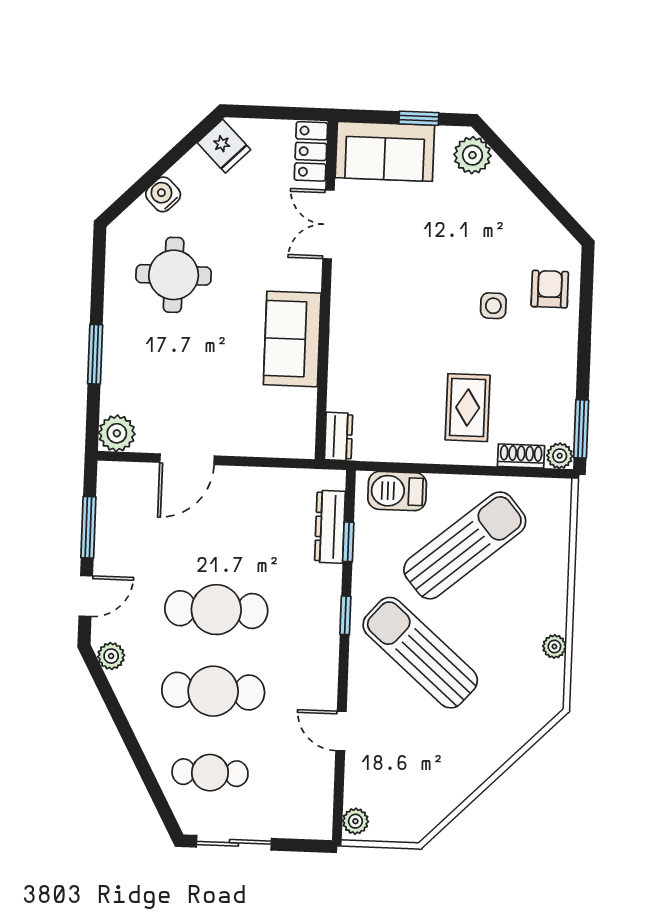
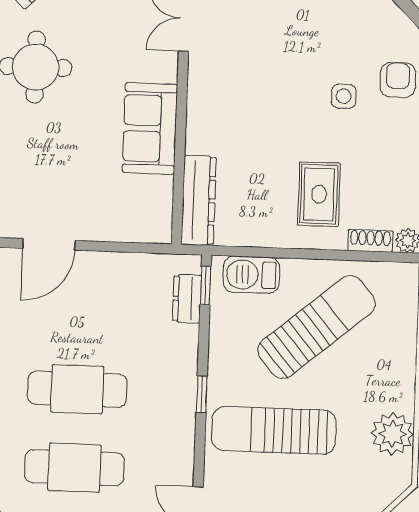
dresser: (339, 436) -> (199, 200), width x1.96, depth x1.24
dresser: (330, 527) -> (187, 299), width x0.70
window: (348, 542) -> (206, 286), moved
plant: (554, 646) -> (393, 434), width x1.88, depth x1.88
sun lounger: (420, 653) -> (274, 430), turned -41

